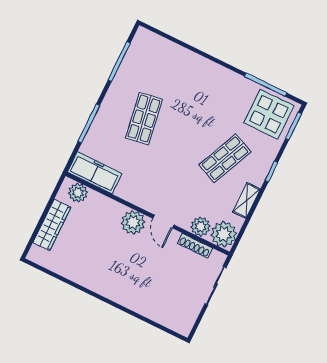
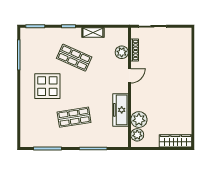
display table: (269, 114) -> (47, 86), moved
freezer: (95, 173) -> (121, 110), moved
plant: (133, 222) -> (139, 120), moved
wardrobe: (52, 225) -> (175, 141), moved
plant: (224, 234) -> (120, 36), removed

